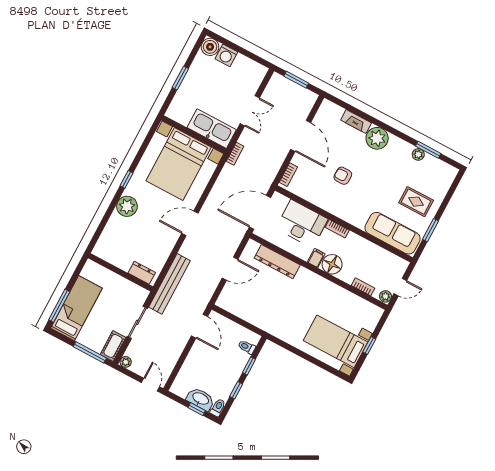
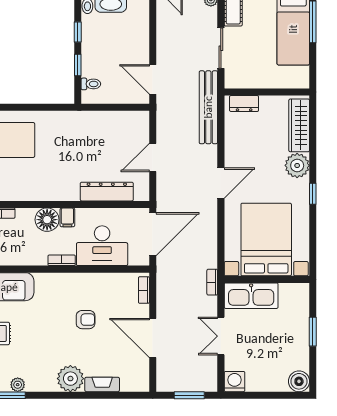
washing machine: (226, 55) -> (235, 382), moved
wardrobe: (110, 235) -> (299, 125), added

